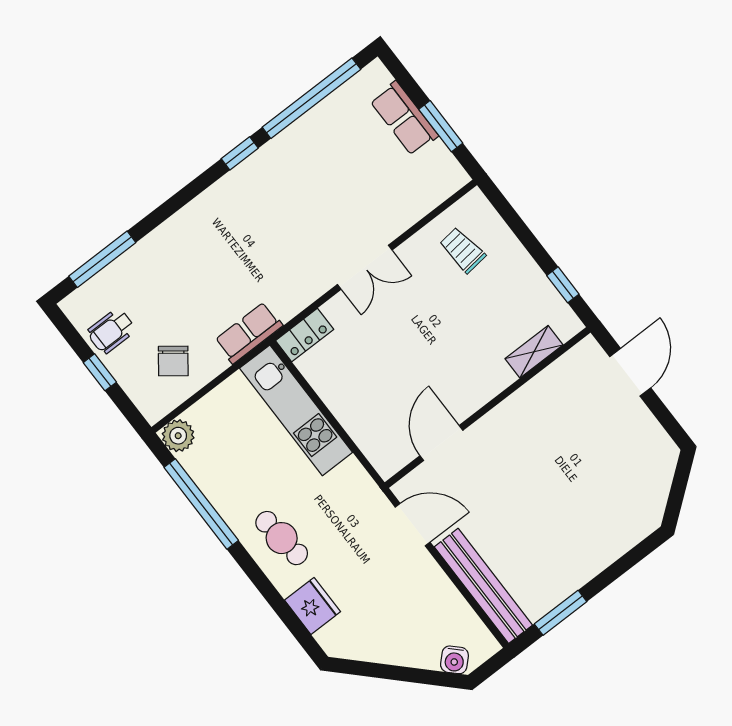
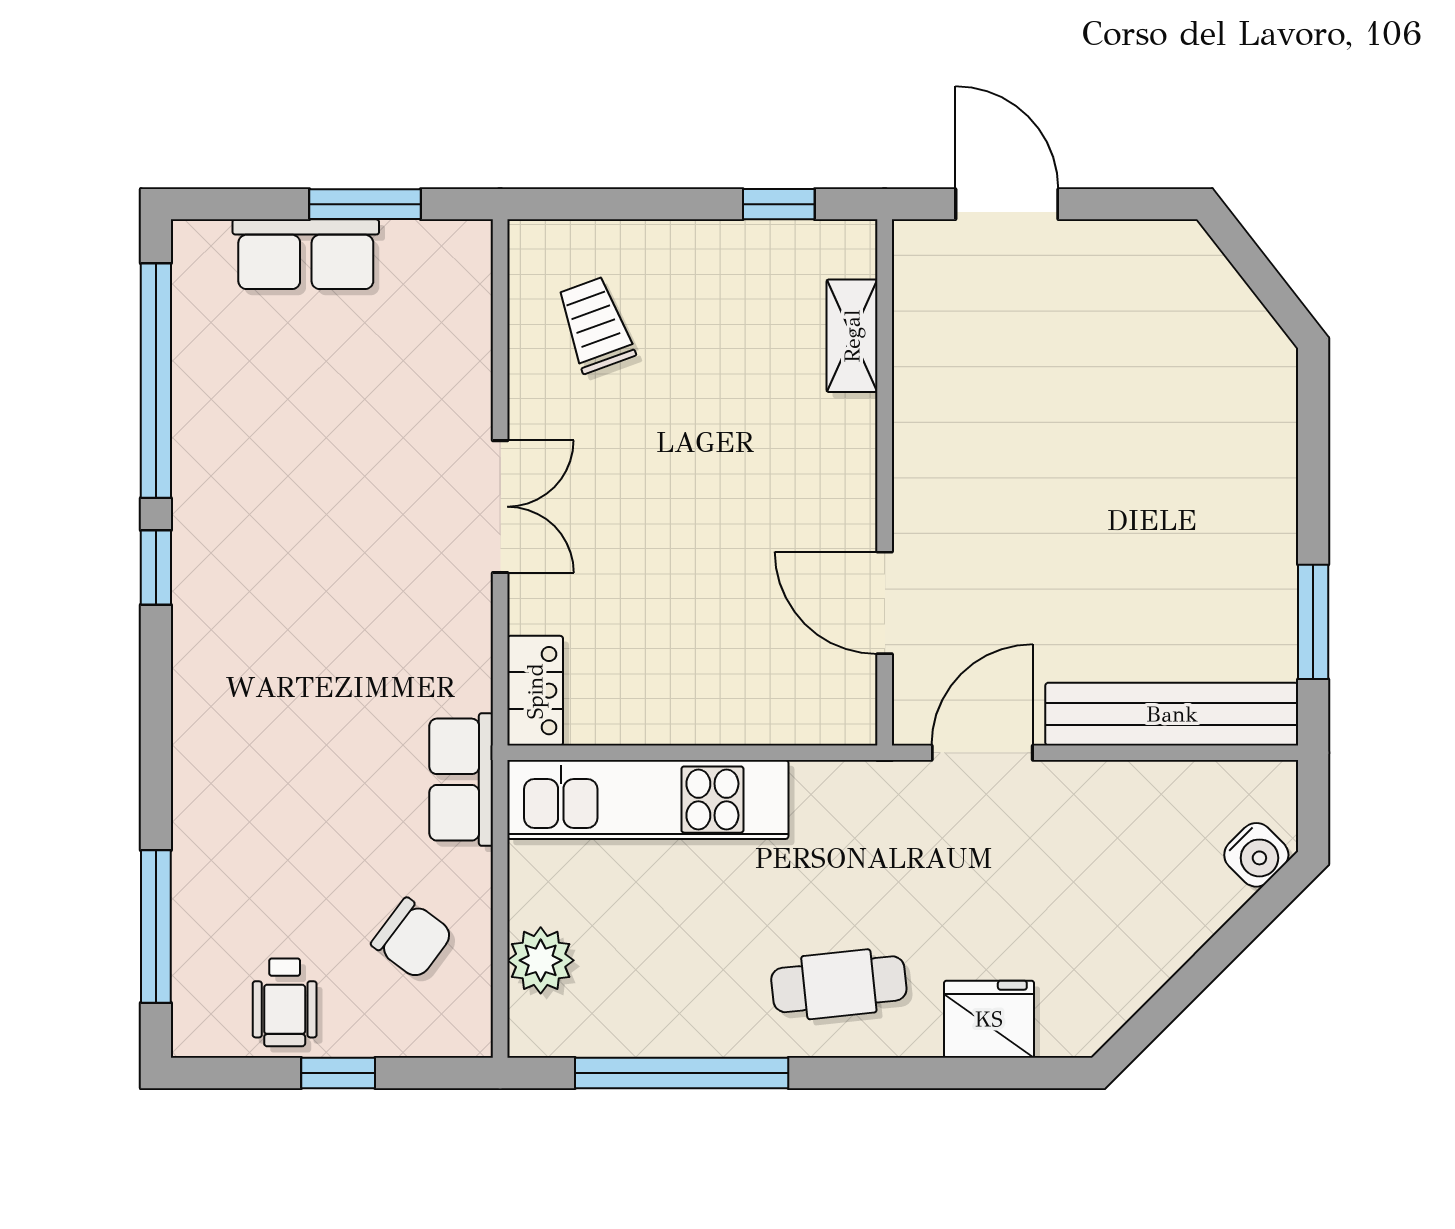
trolley: (462, 250) -> (595, 325), turned 77
plant: (178, 436) -> (541, 960), moved

